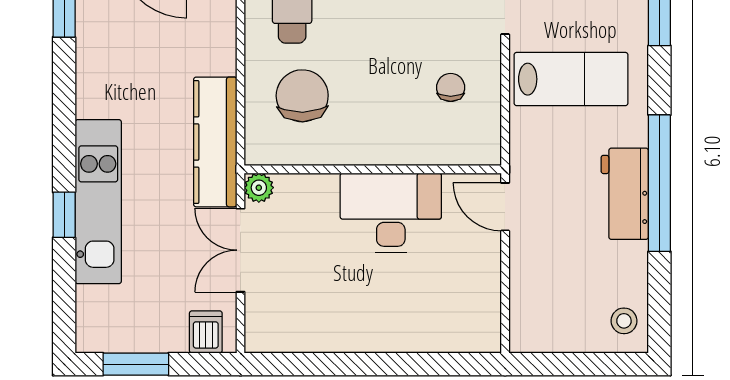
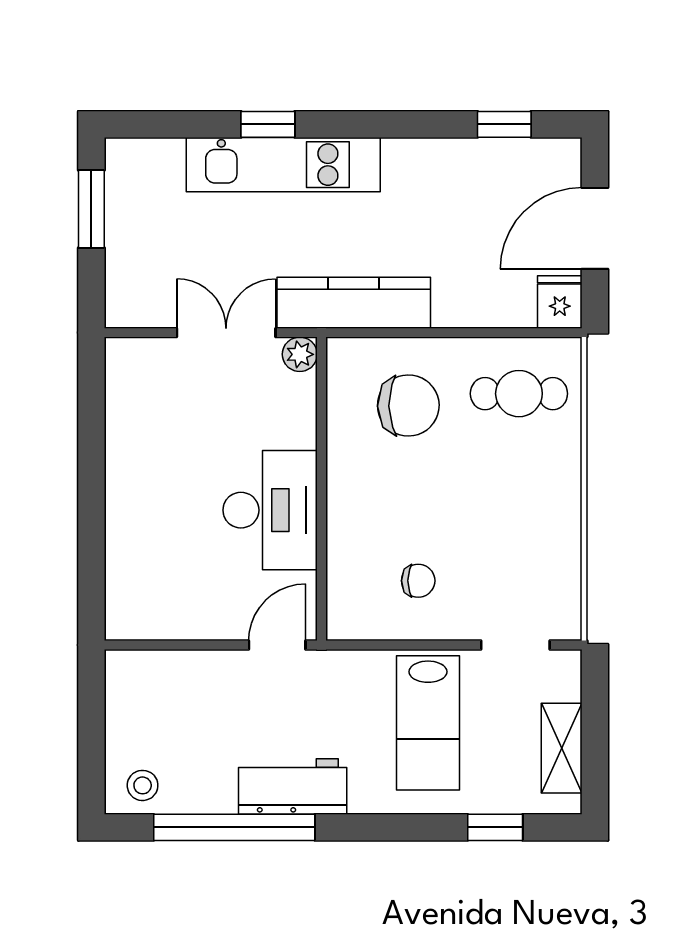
window: (659, 183) -> (234, 827), moved
dishwasher: (206, 332) -> (129, 292), removed

